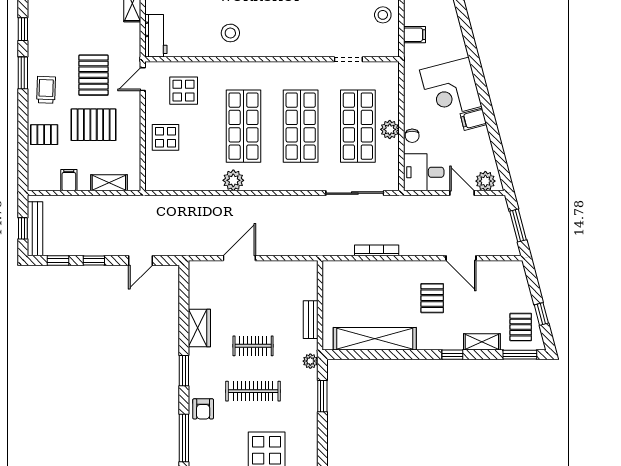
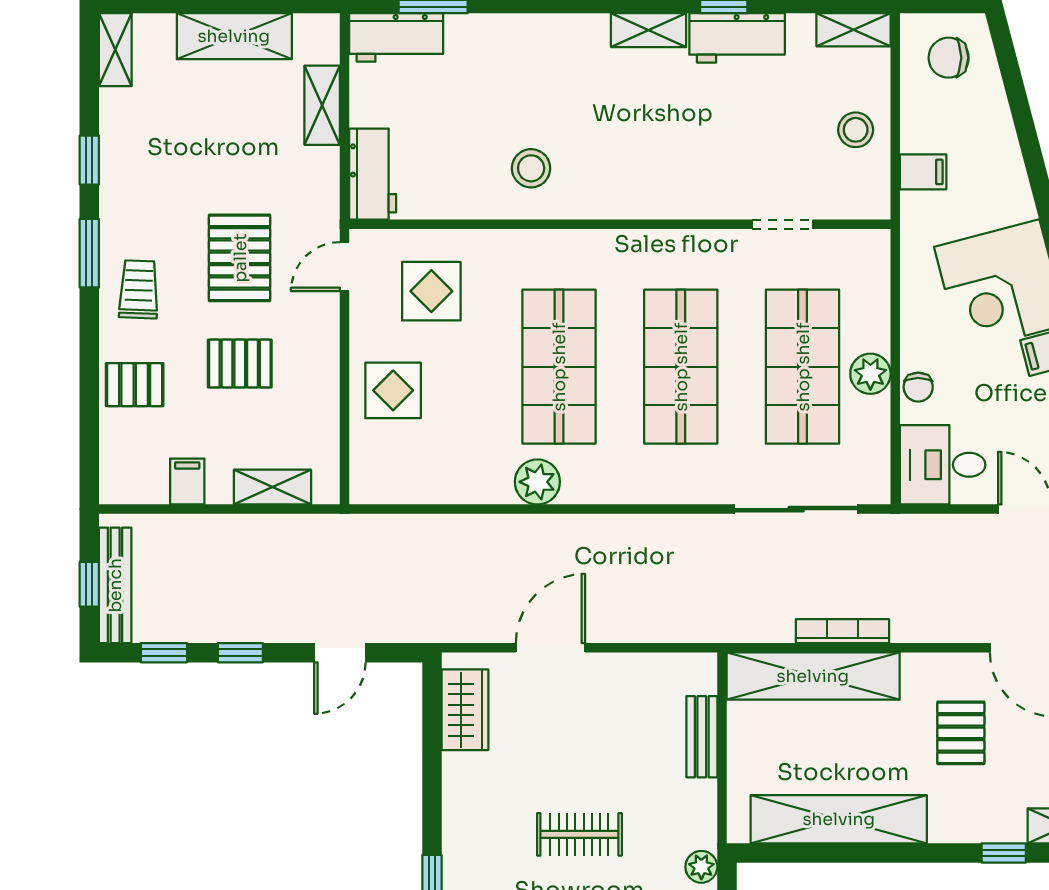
pallet: (94, 125) -> (240, 364), width x0.67, depth x0.71
shelving: (363, 271) -> (813, 676), added
bench: (311, 320) -> (702, 737), moved
wardrobe: (199, 328) -> (465, 710), moved

